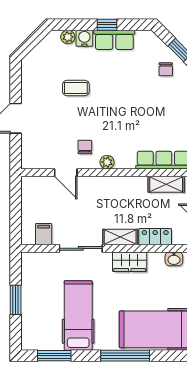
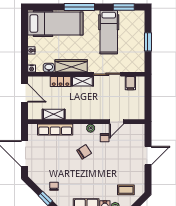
coffee table: (76, 88) -> (126, 190), moved
chair: (118, 124) -> (84, 152), added
door: (66, 173) -> (117, 122), swing flipped
wardrobe: (130, 262) -> (71, 66), width x1.50

